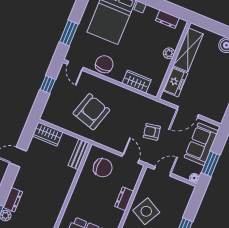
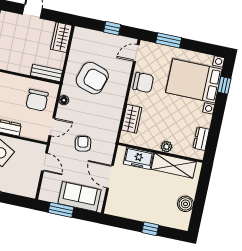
floor lamp: (194, 178) -> (64, 100), moved

